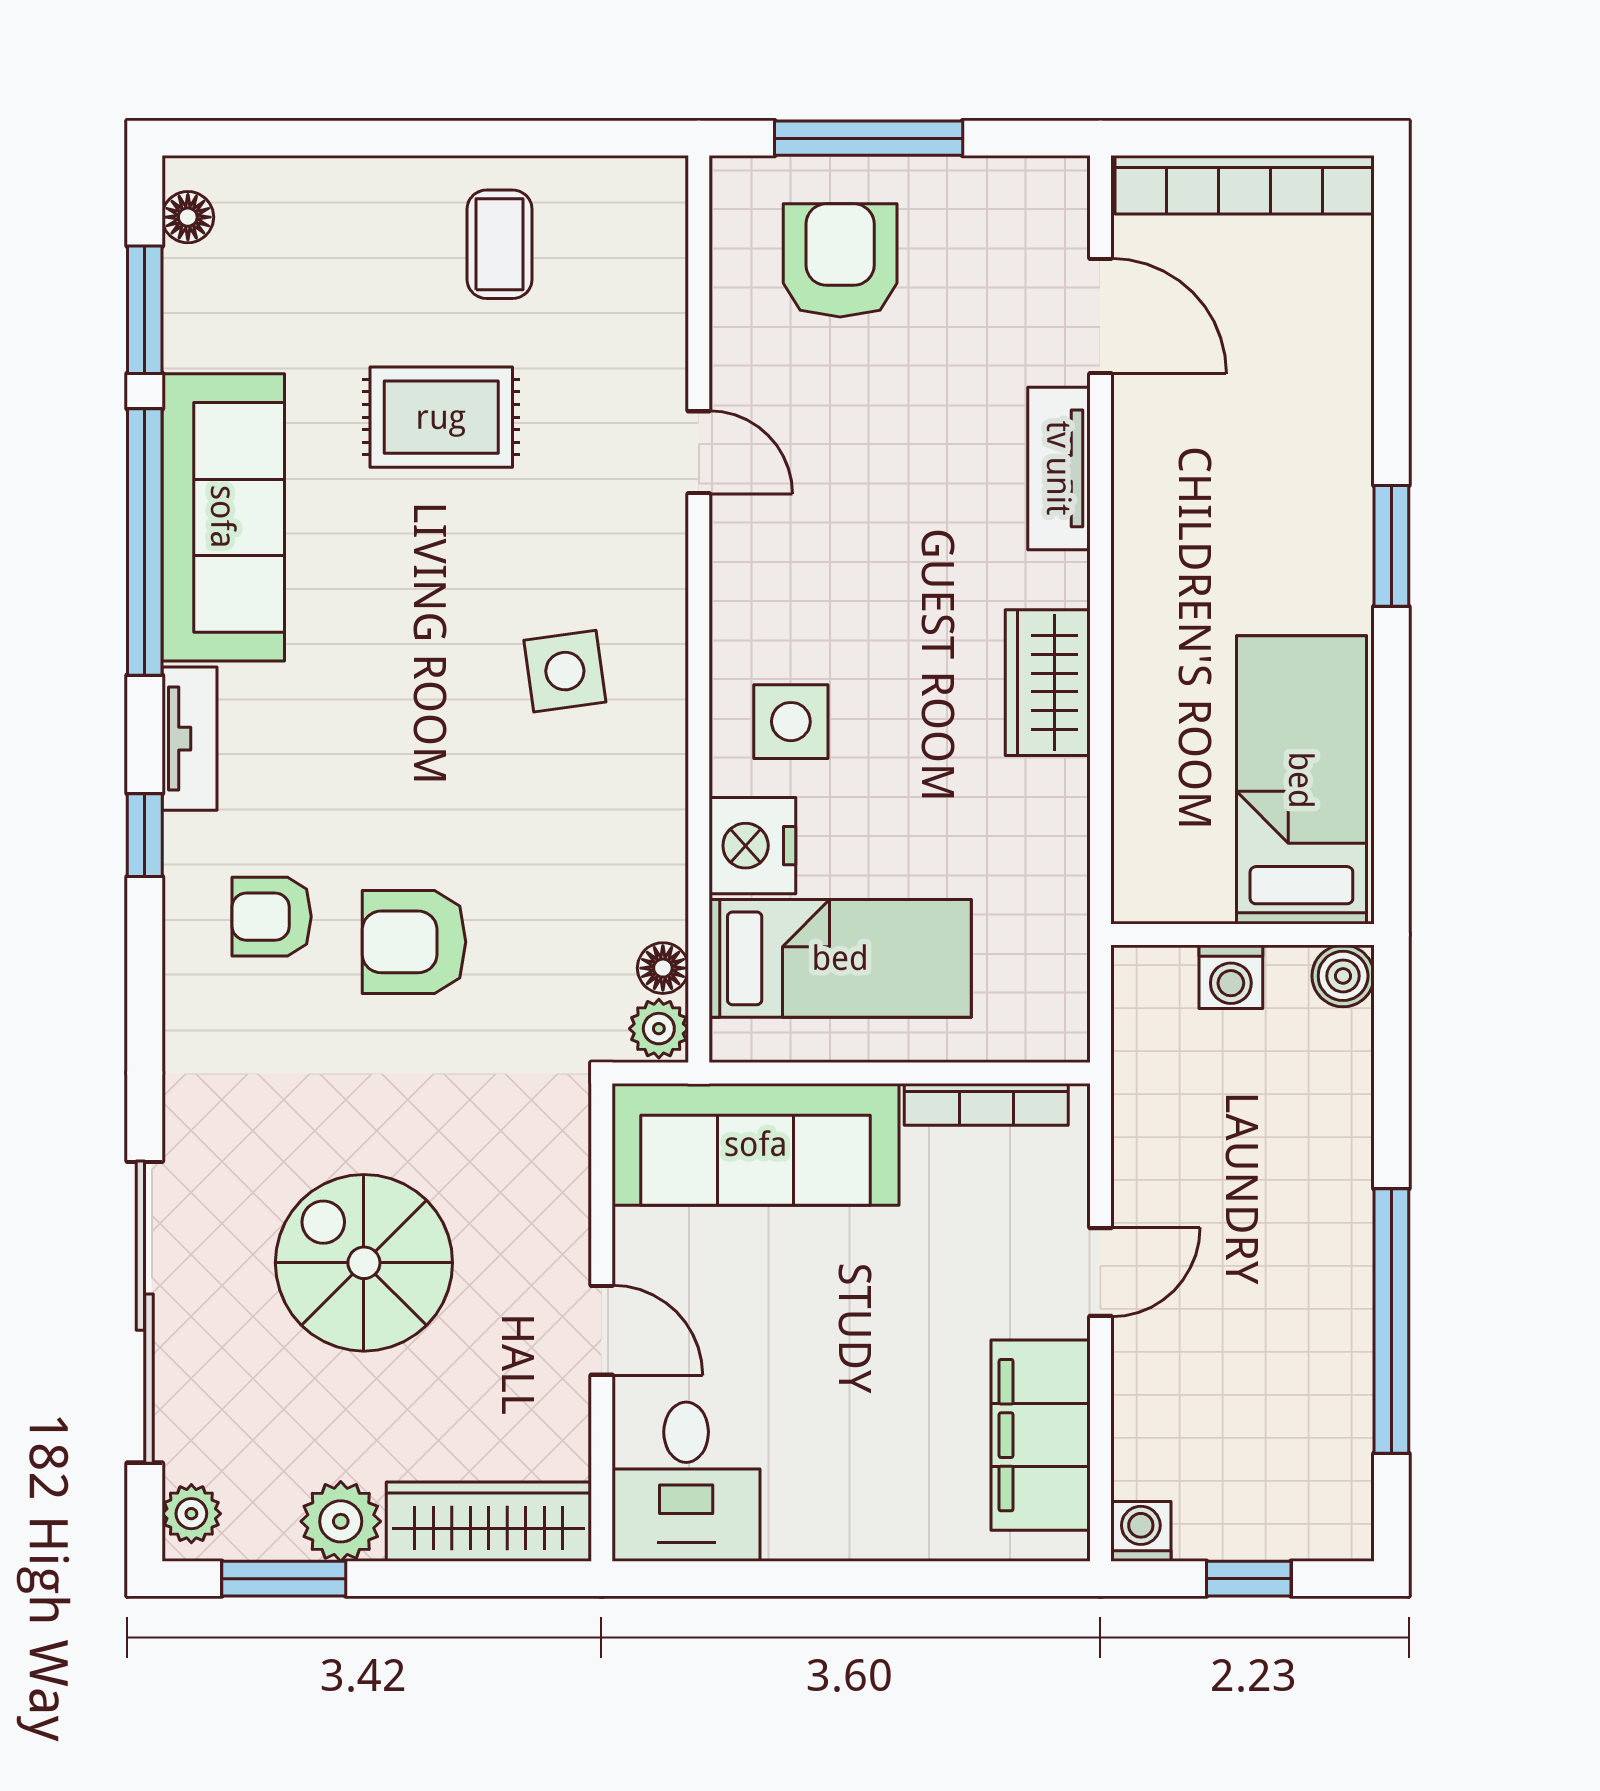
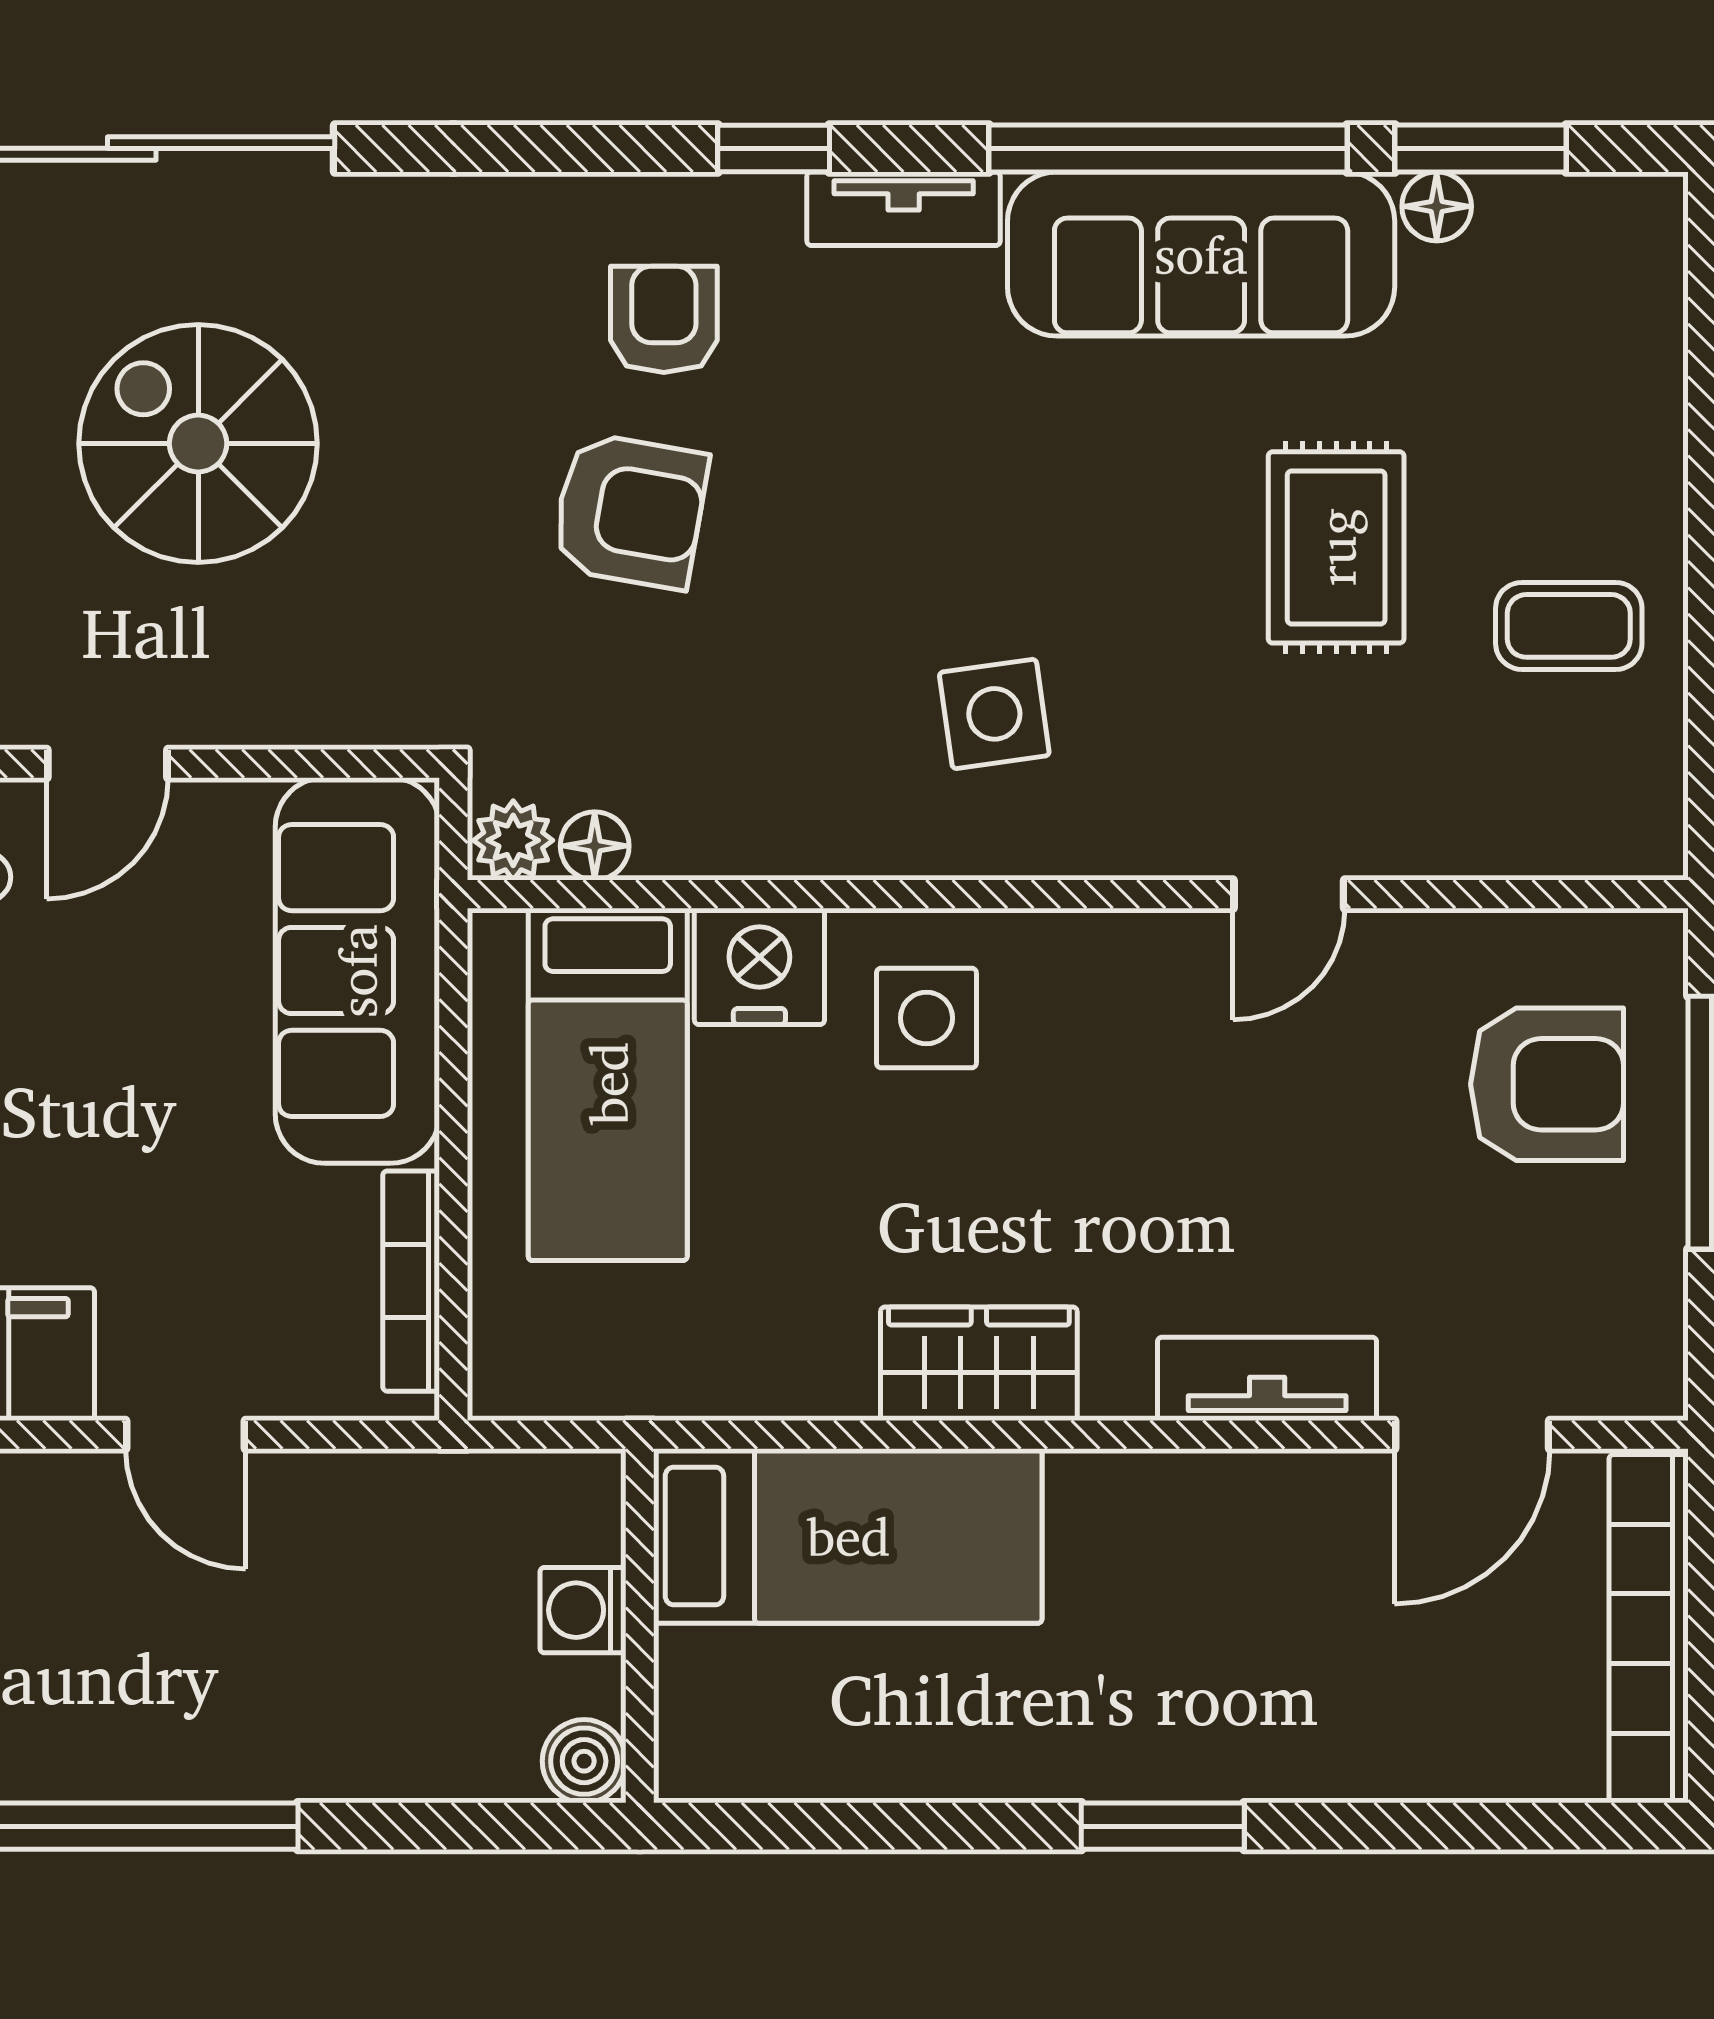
floor lamp: (188, 217) -> (1437, 206), moved
bed: (1301, 780) -> (848, 1536), moved
armchair: (414, 942) -> (630, 511), turned 100
spiral stairs: (364, 1263) -> (198, 444), turned -90

